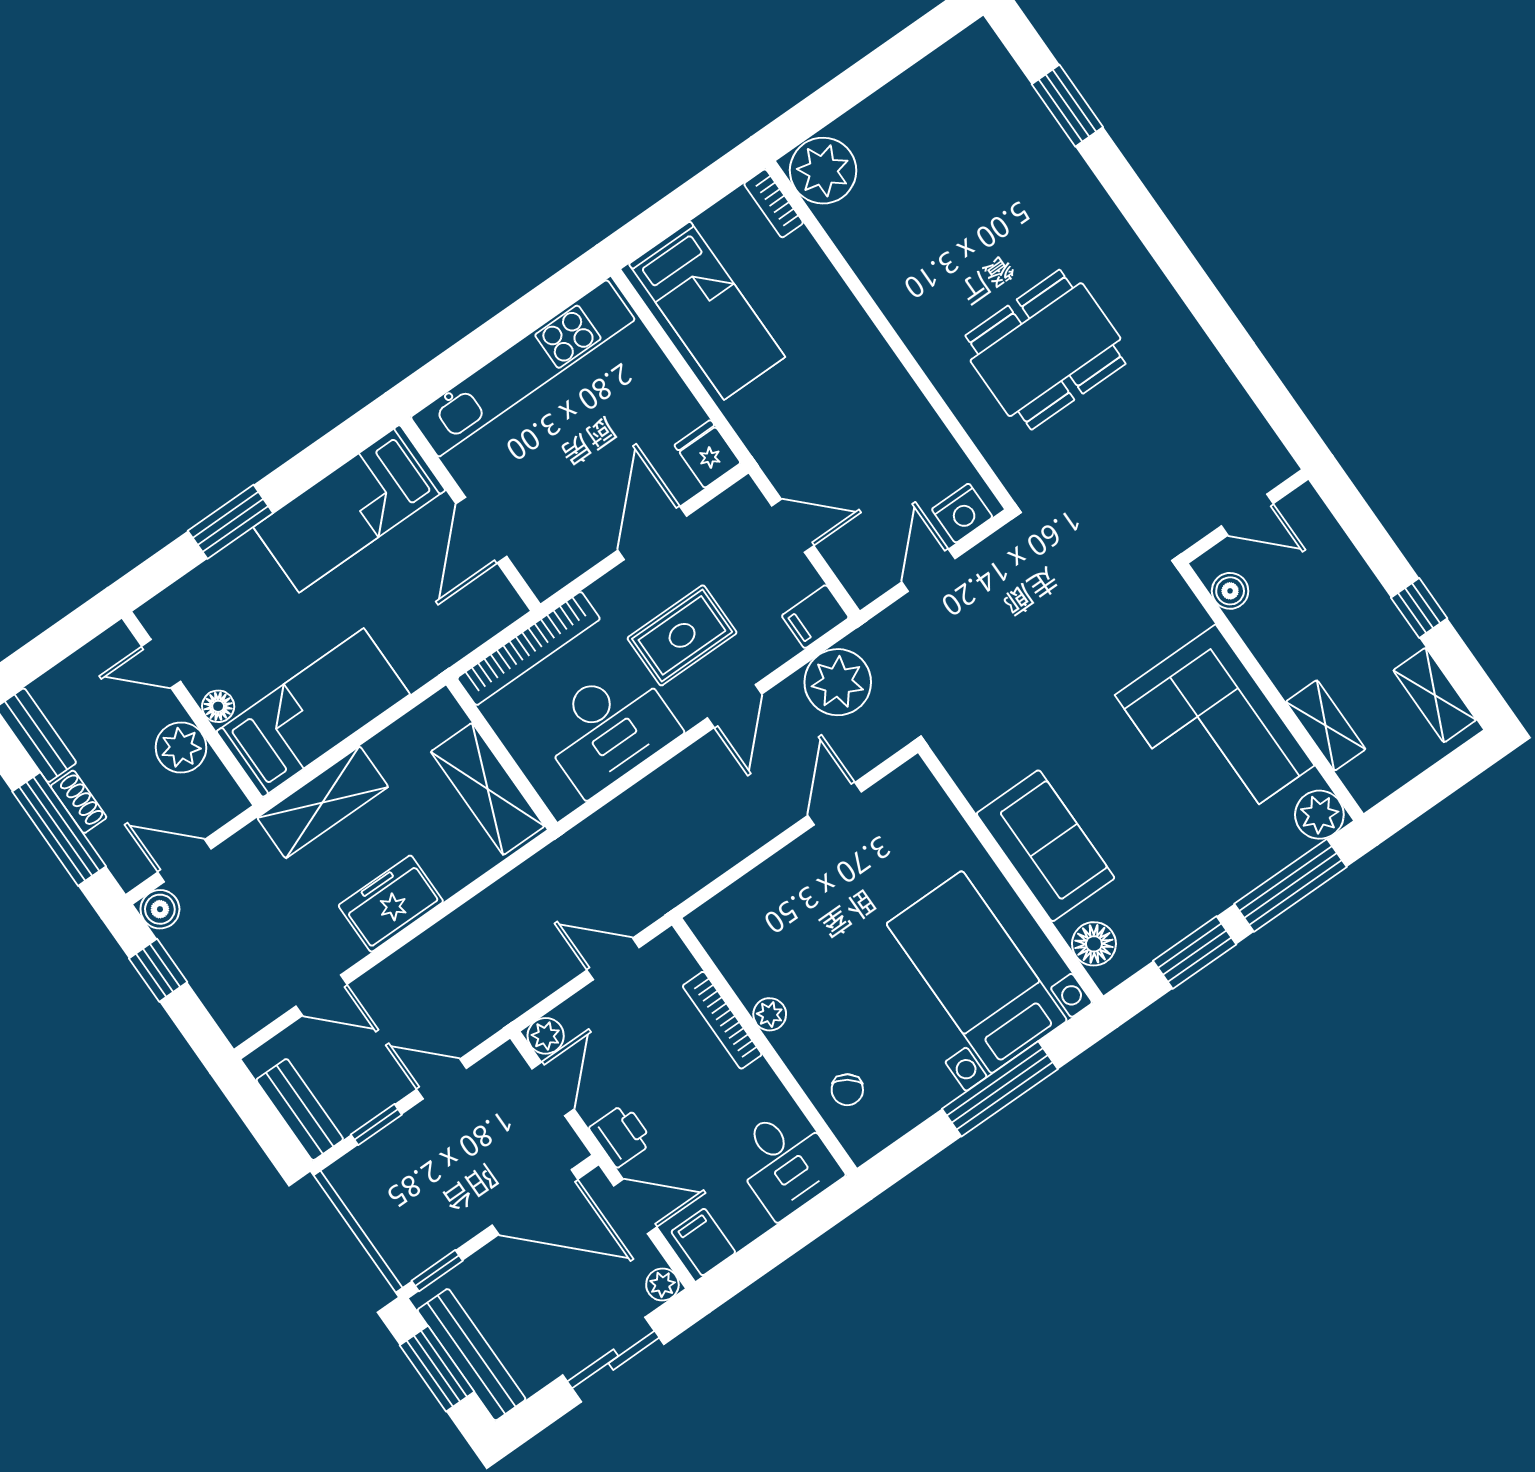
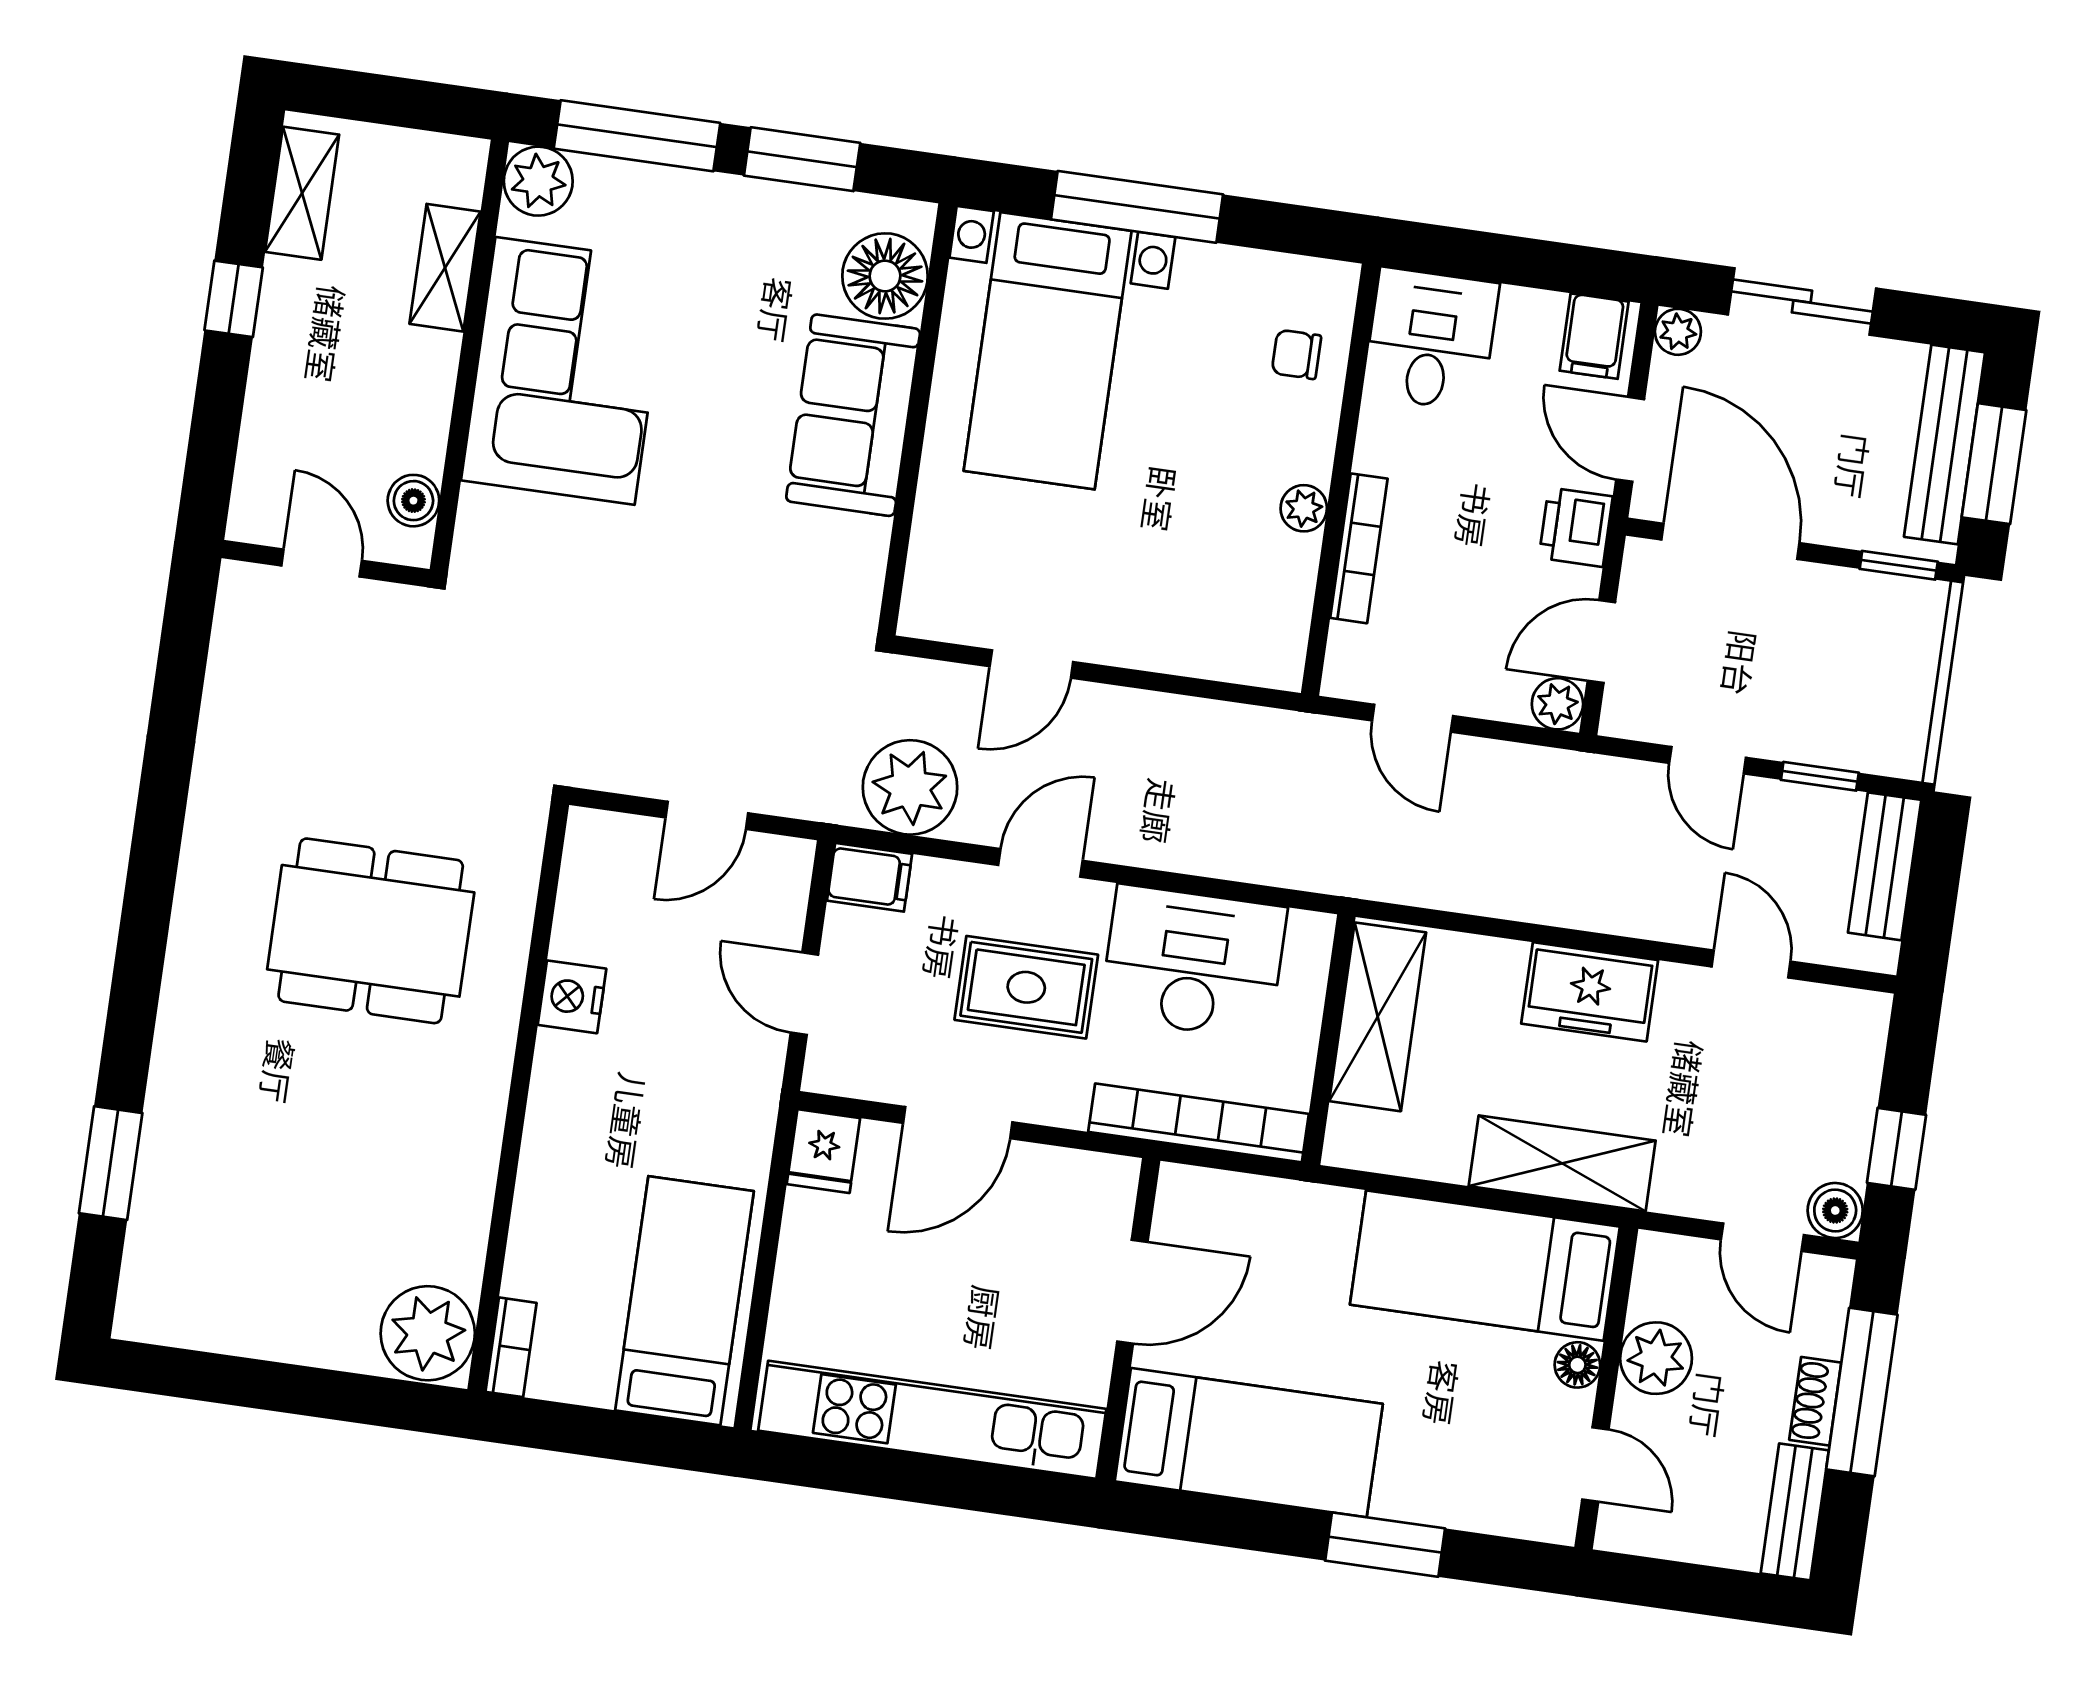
nightstand: (962, 513) -> (572, 997), moved, turned -90
floor lamp: (1094, 944) -> (885, 276), width x1.38, depth x1.38
chair: (847, 1090) -> (1296, 354), turned -126

